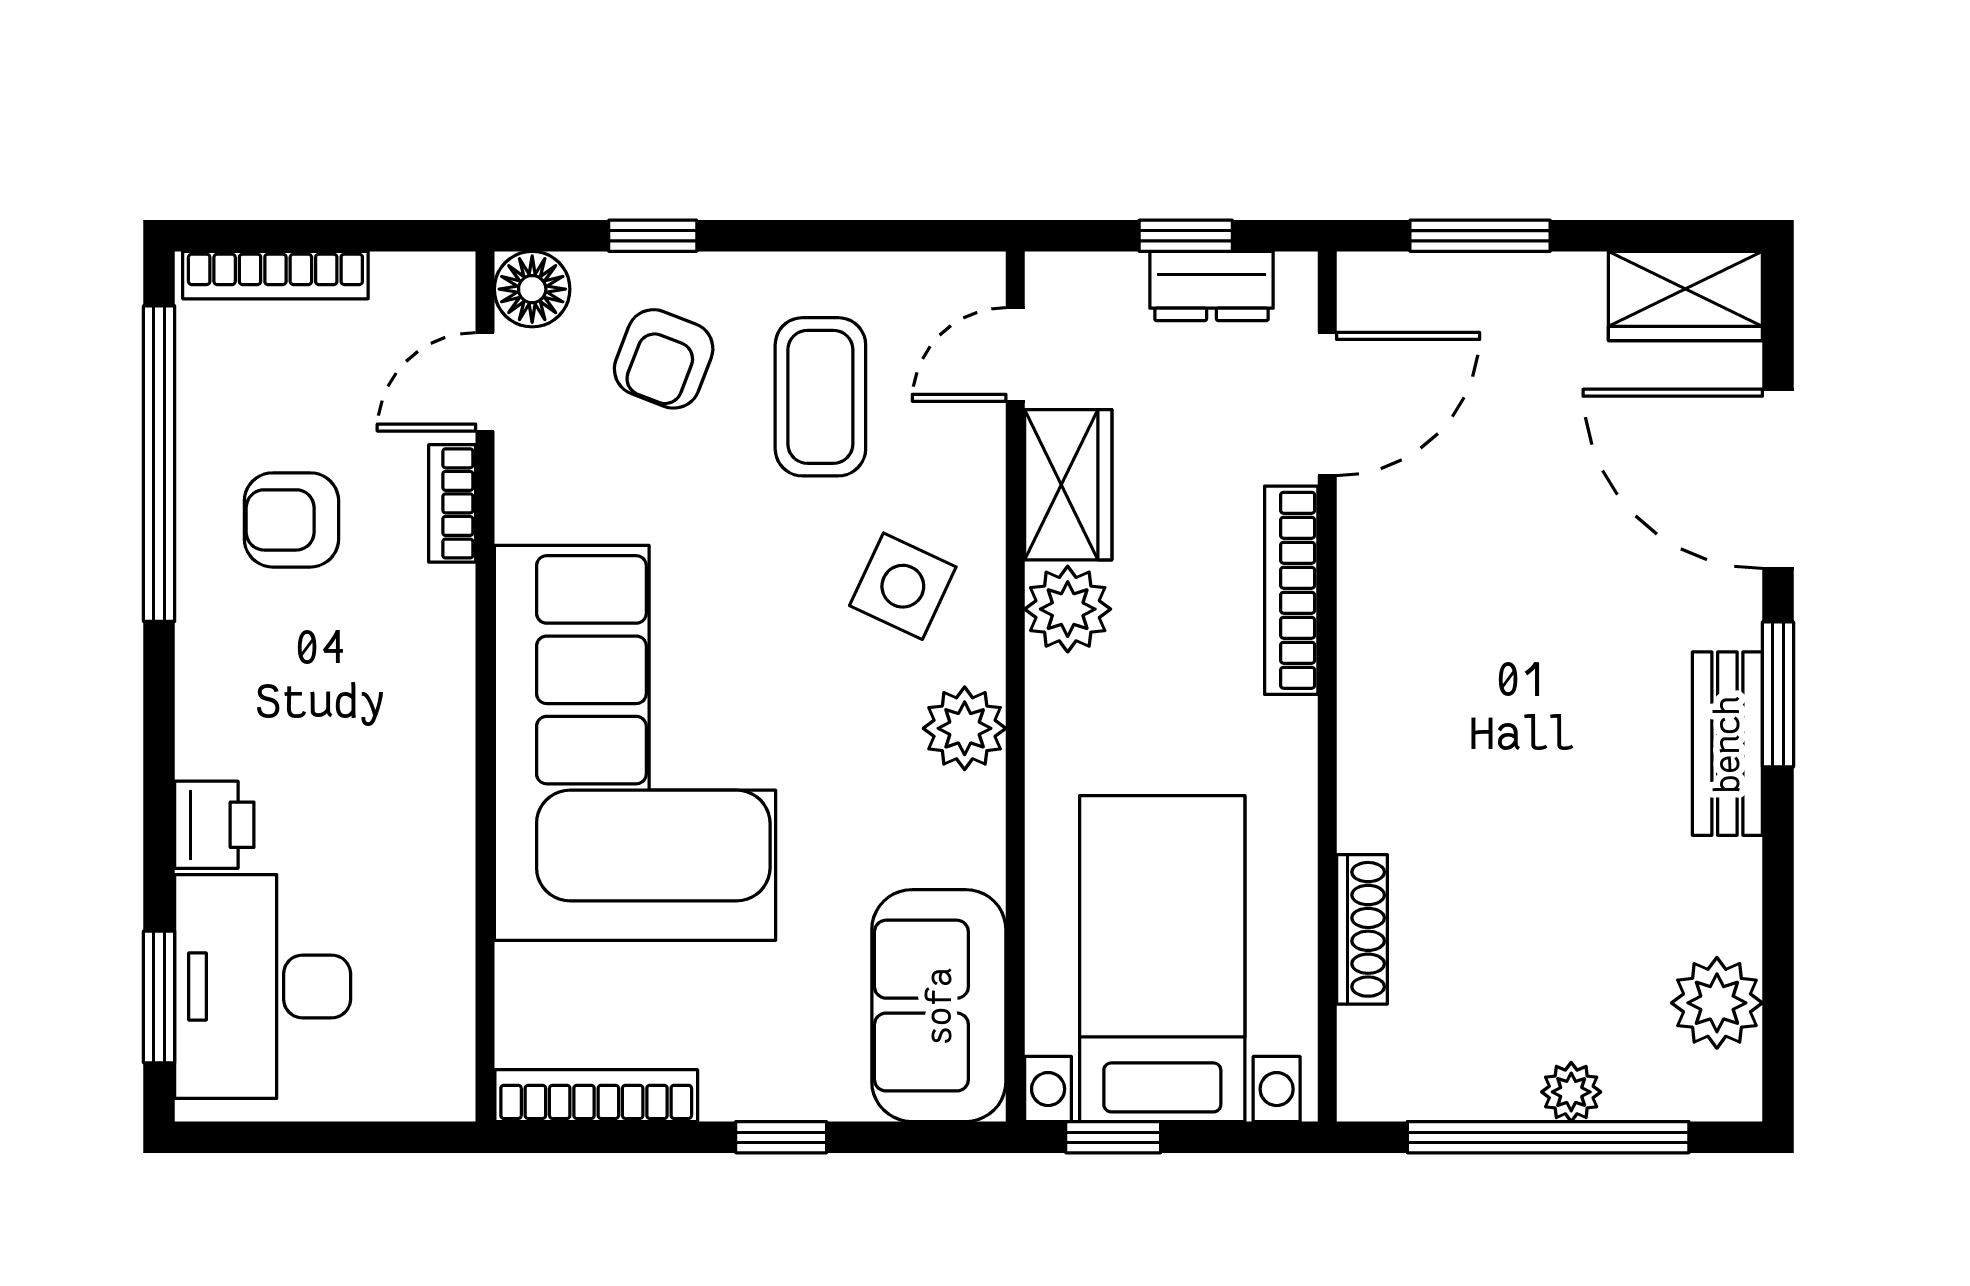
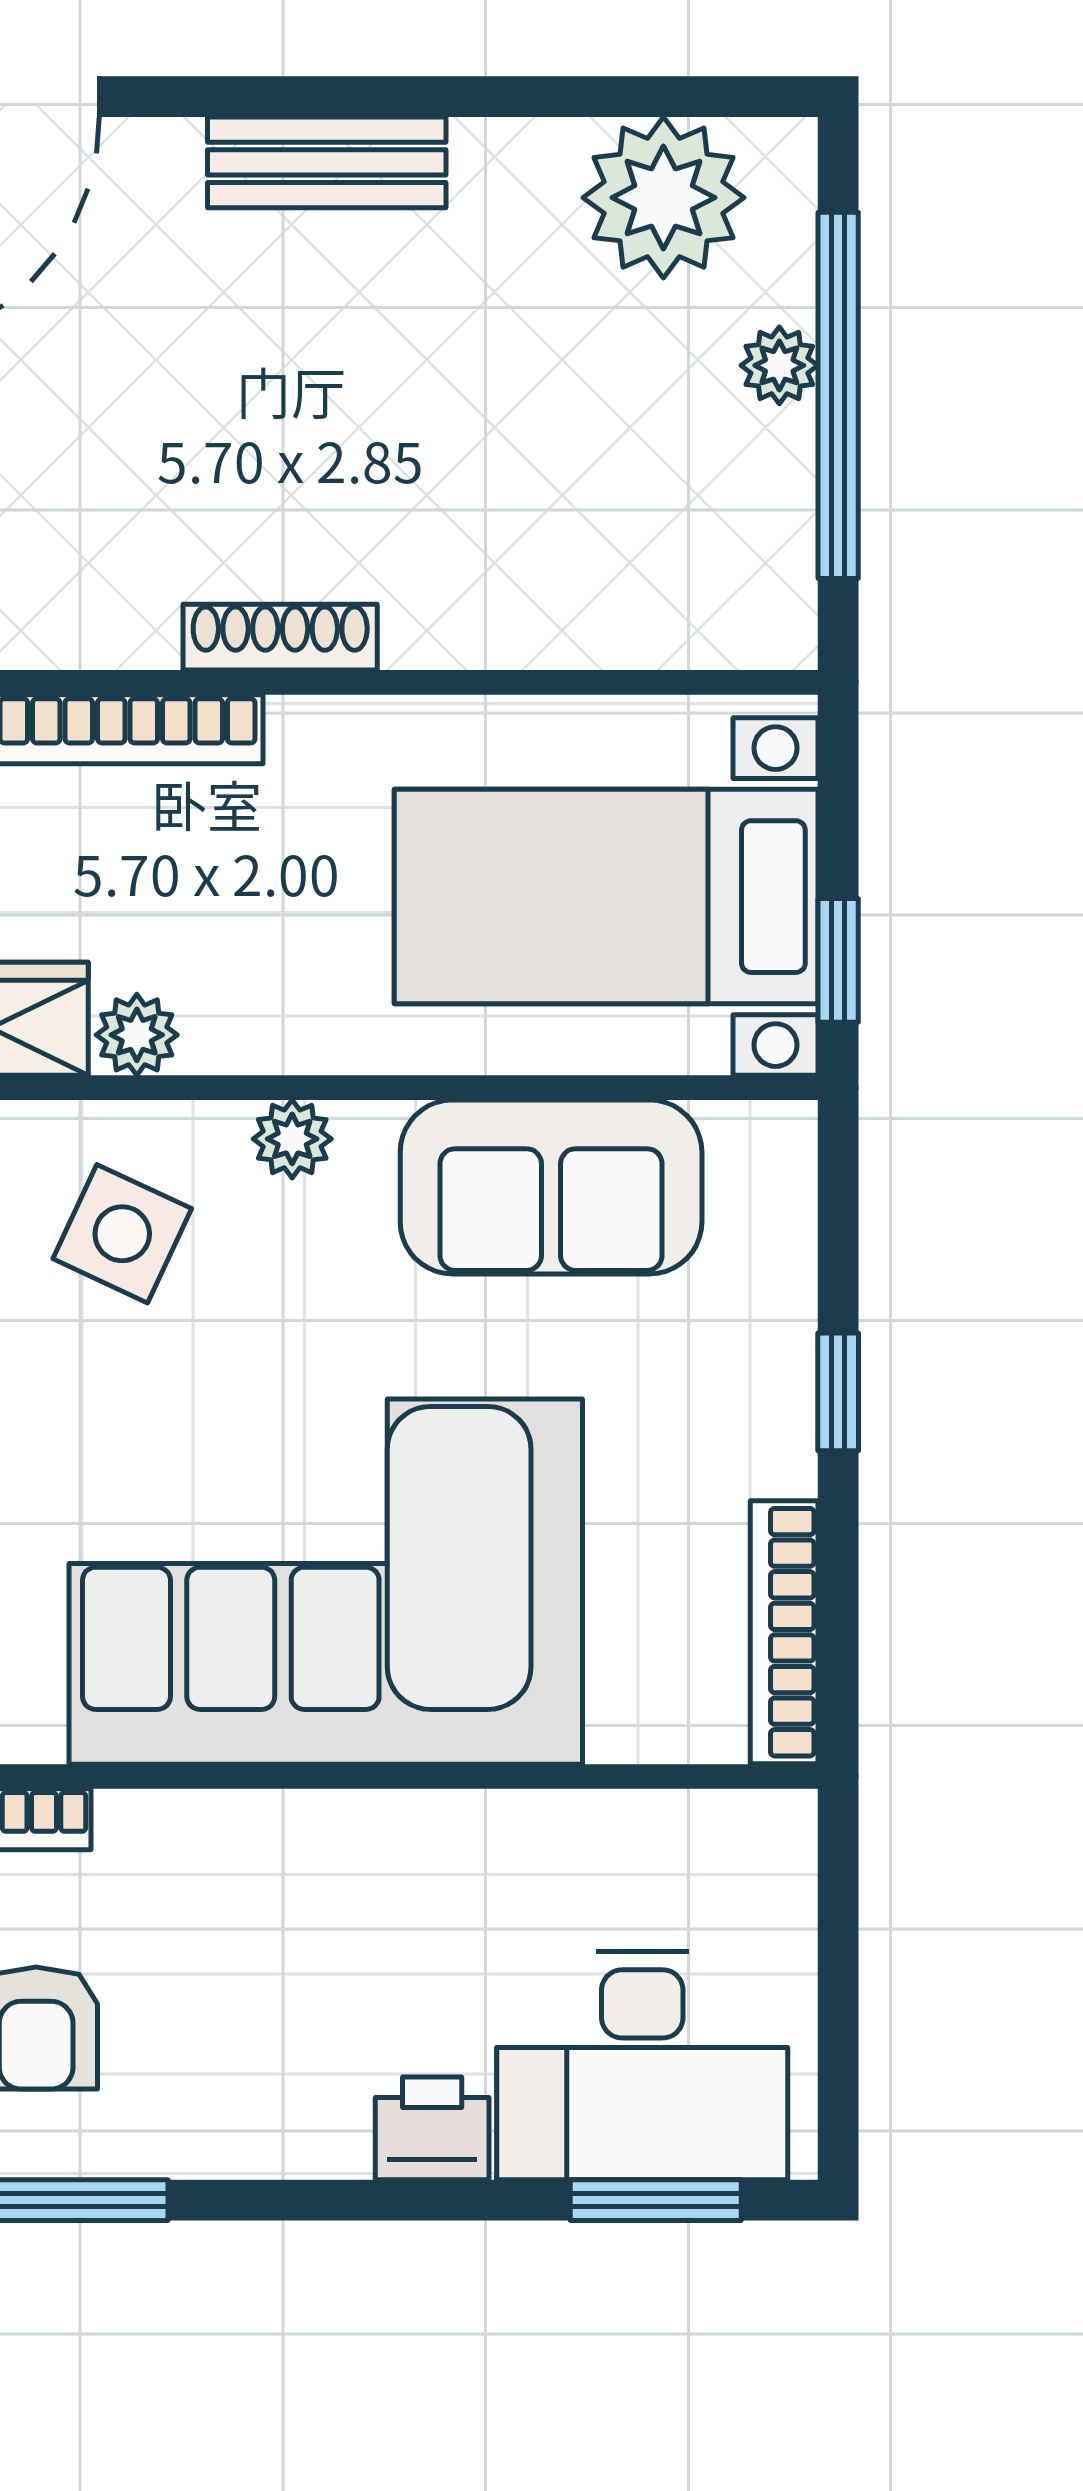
plant: (1068, 609) -> (137, 1035), width x0.73, depth x0.73
window: (1778, 694) -> (263, 97), removed
plant: (965, 728) -> (292, 1139), width x0.73, depth x0.73
shoe rack: (1362, 929) -> (280, 637), moved
plant: (1717, 1003) -> (663, 198), width x1.36, depth x1.36
sofa: (939, 1006) -> (551, 1187), moved

